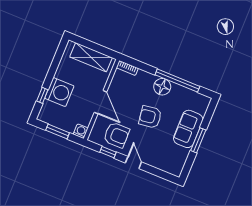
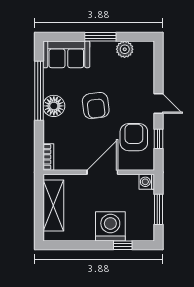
sofa: (188, 129) -> (66, 54), moved
plant: (182, 154) -> (125, 49), added
door: (133, 162) -> (158, 103), swing flipped

